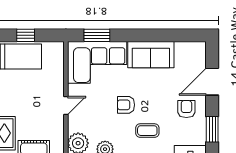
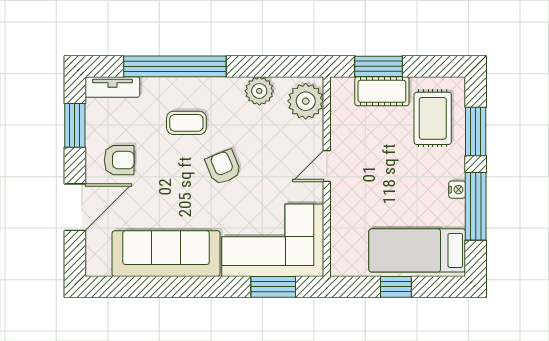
sofa: (151, 55) -> (166, 254), width x1.36
armchair: (126, 105) -> (223, 167), turned -112
armchair: (186, 109) -> (119, 160), turned -90

